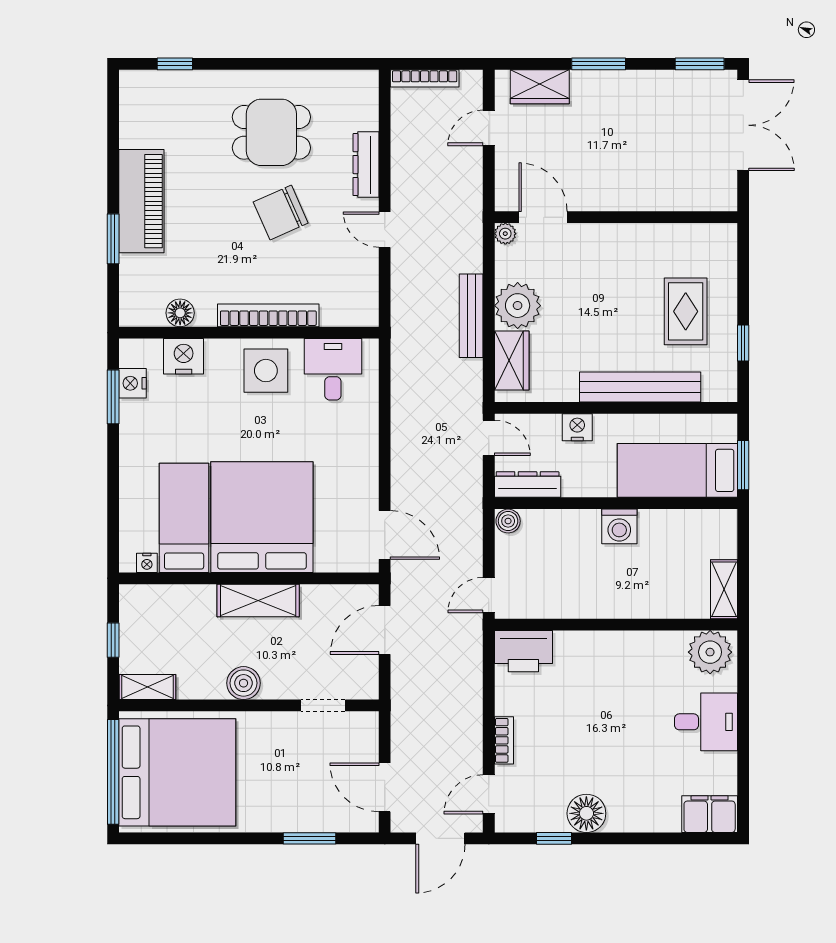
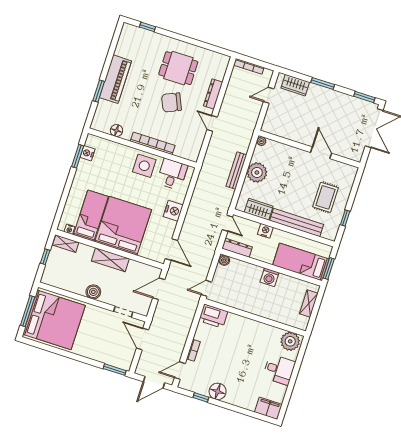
door: (543, 217) -> (321, 153), moved
nightstand: (184, 356) -> (173, 211), moved, turned 90
wardrobe: (512, 361) -> (259, 209), moved, turned -90
shelving: (724, 589) -> (309, 304), moved
shelving: (148, 687) -> (66, 244), moved
window: (113, 772) -> (28, 311), width x0.68
door: (385, 787) -> (143, 339), moved
window: (309, 838) -> (115, 370), moved

